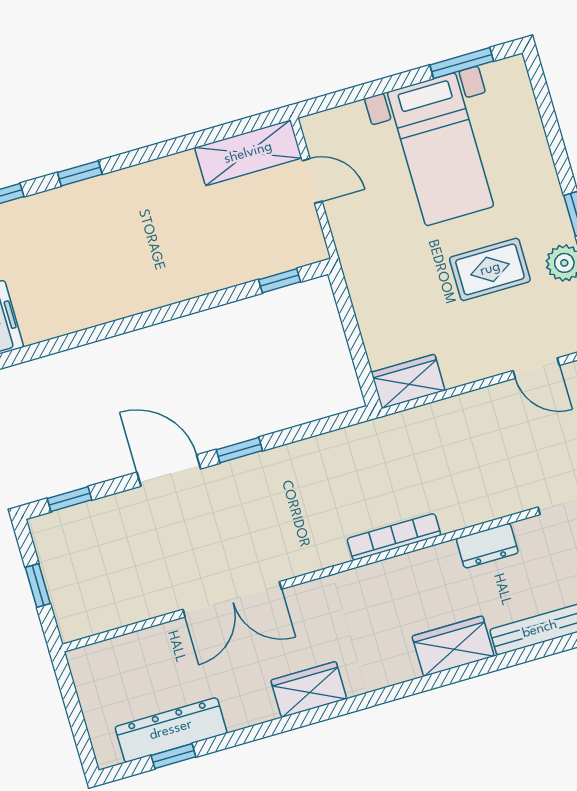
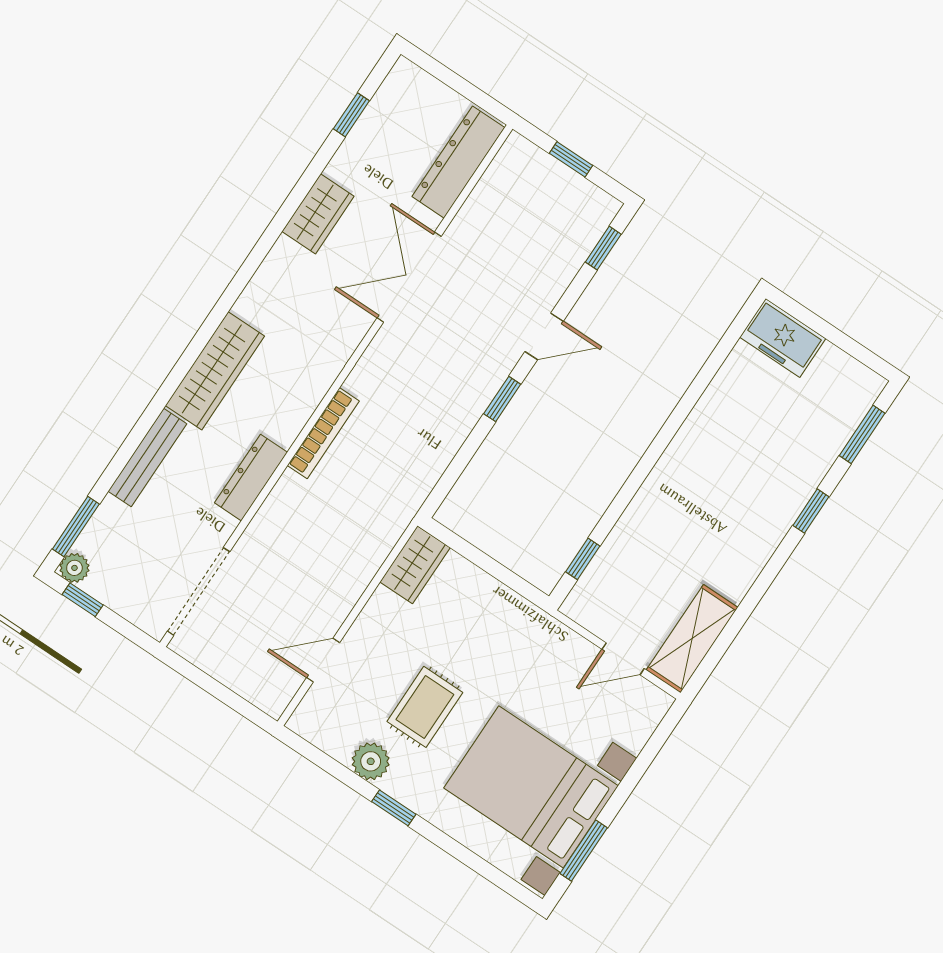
bed with nightstands: (440, 149) -> (531, 787), width x1.36
door: (169, 471) -> (544, 336), width x0.73
dresser: (487, 546) -> (251, 478), width x1.44
wardrobe: (453, 646) -> (215, 371), width x1.50
wardrobe: (309, 690) -> (318, 214), moved
dresser: (171, 730) -> (458, 162), moved, turned 180

